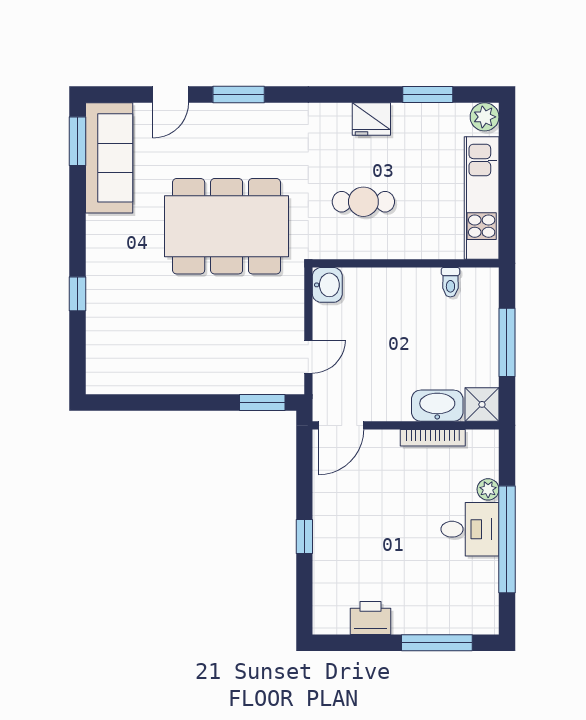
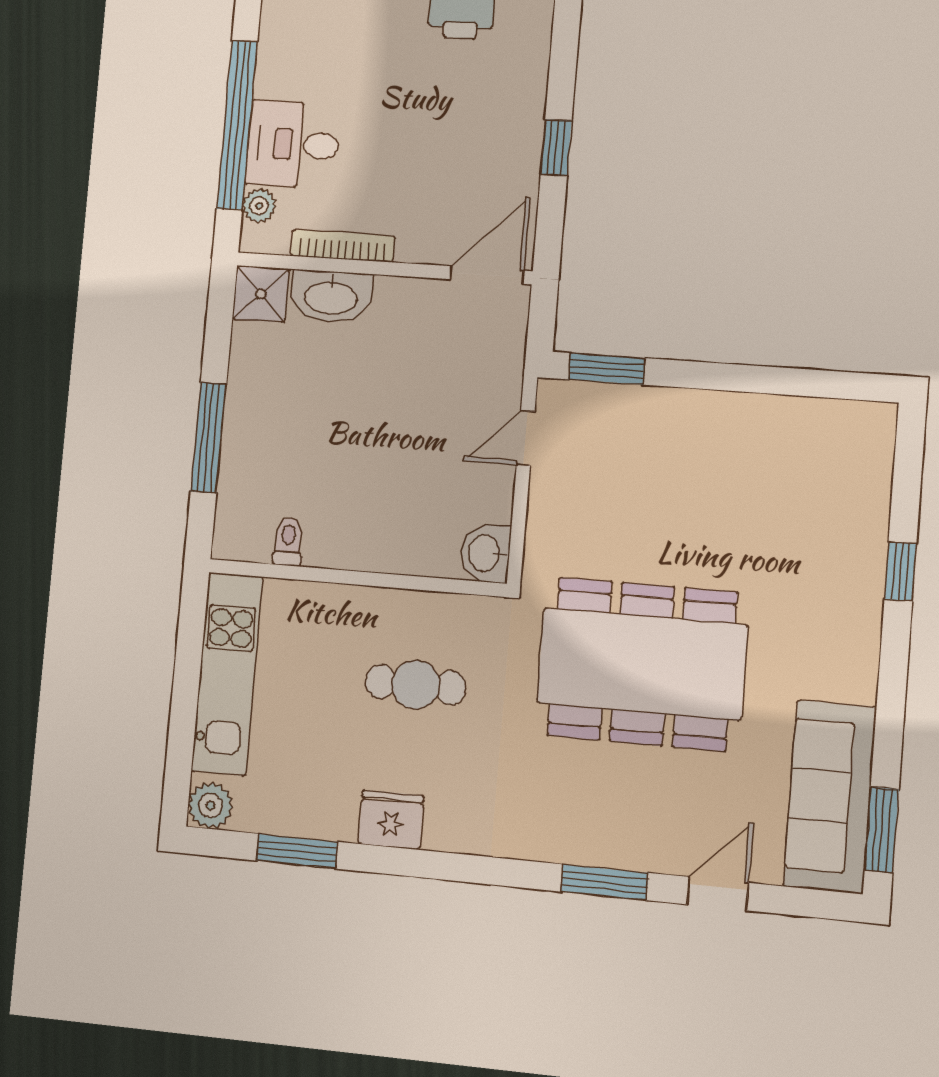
shower: (482, 404) -> (261, 294), moved
washbasin: (437, 406) -> (331, 297), moved
door: (341, 425) -> (487, 275), moved
wall: (406, 425) -> (384, 268), moved
bookcase: (433, 438) -> (343, 246), moved

